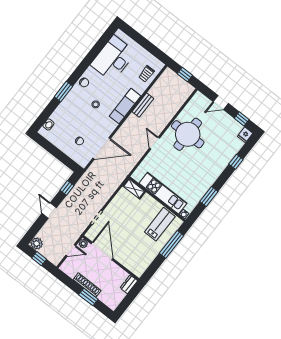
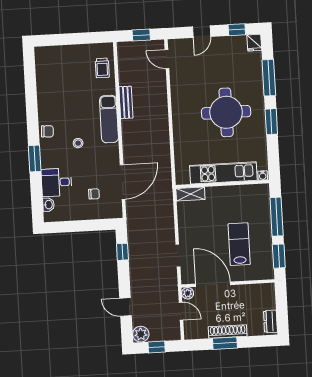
desk: (113, 58) -> (57, 182), moved, width x0.53, depth x0.77
round table: (188, 134) -> (226, 112), moved
door: (154, 143) -> (167, 59), moved
window: (236, 162) -> (269, 78), width x2.17
window: (209, 196) -> (271, 122), moved
door: (49, 211) -> (126, 307), moved
lab bench: (160, 224) -> (239, 244), moved
door: (71, 250) -> (181, 311), hinge flipped
window: (153, 268) -> (279, 256), added
dresser: (129, 284) -> (270, 321), moved
window: (88, 297) -> (225, 343), moved

